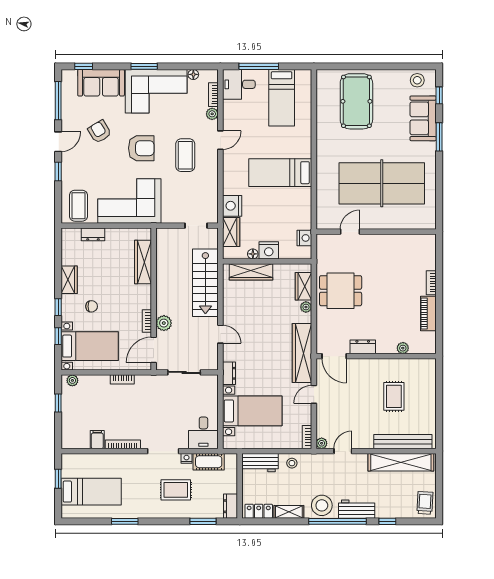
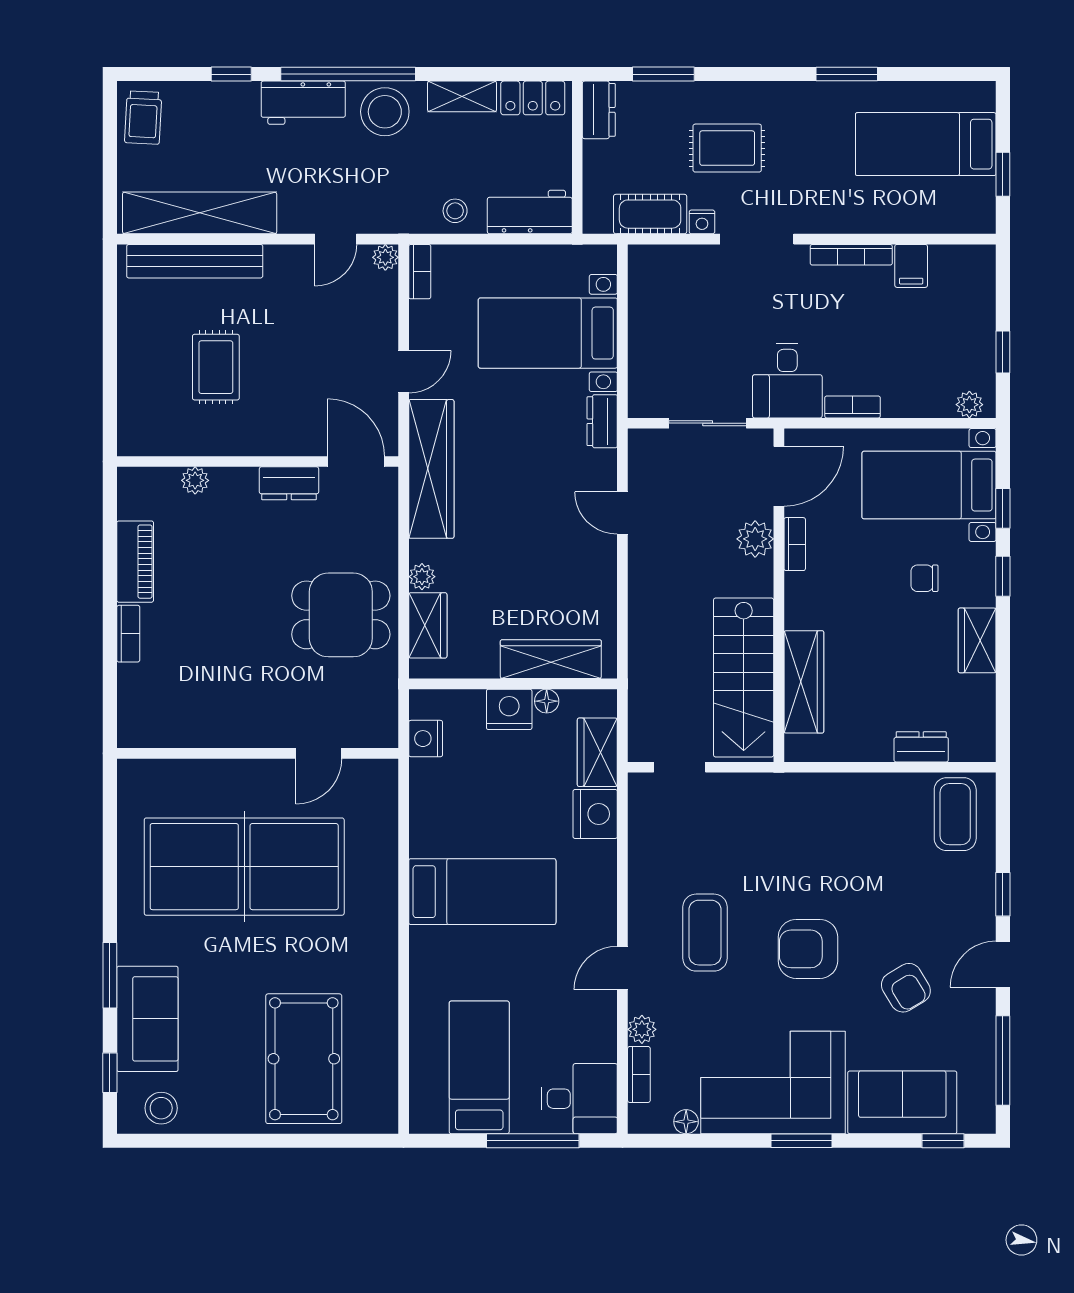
corner sofa: (129, 201) -> (836, 825), removed
stairs: (205, 283) -> (744, 678), moved, turned 180
desk: (203, 433) -> (787, 381), moved, turned 180

